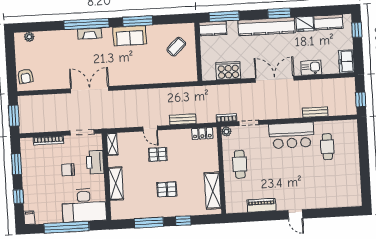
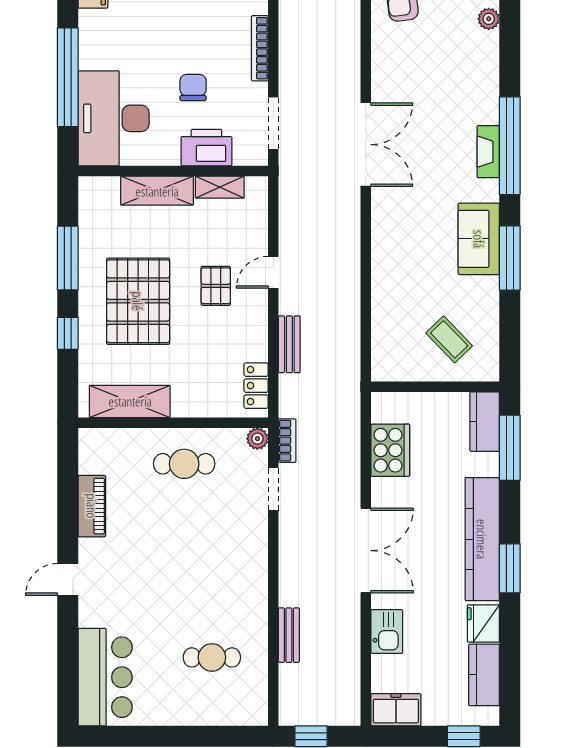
bar counter: (291, 135) -> (105, 677), moved, turned 180
shelving: (112, 144) -> (220, 187), moved
pallet: (167, 189) -> (138, 301), width x2.05, depth x2.00

